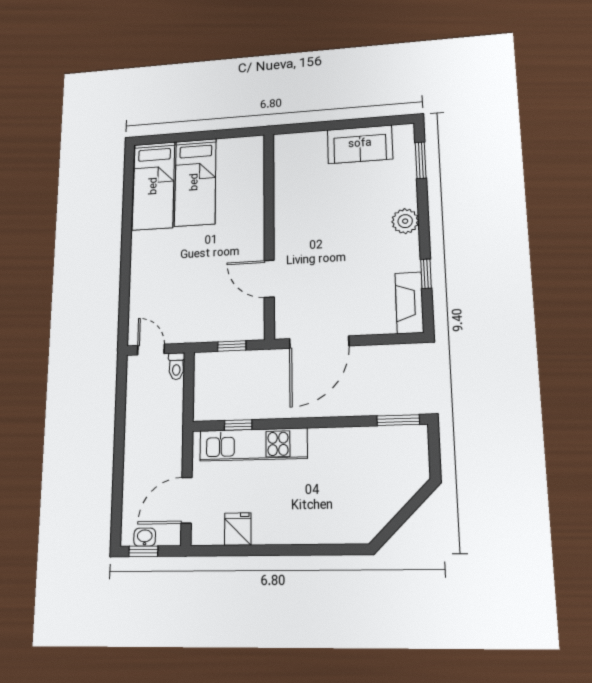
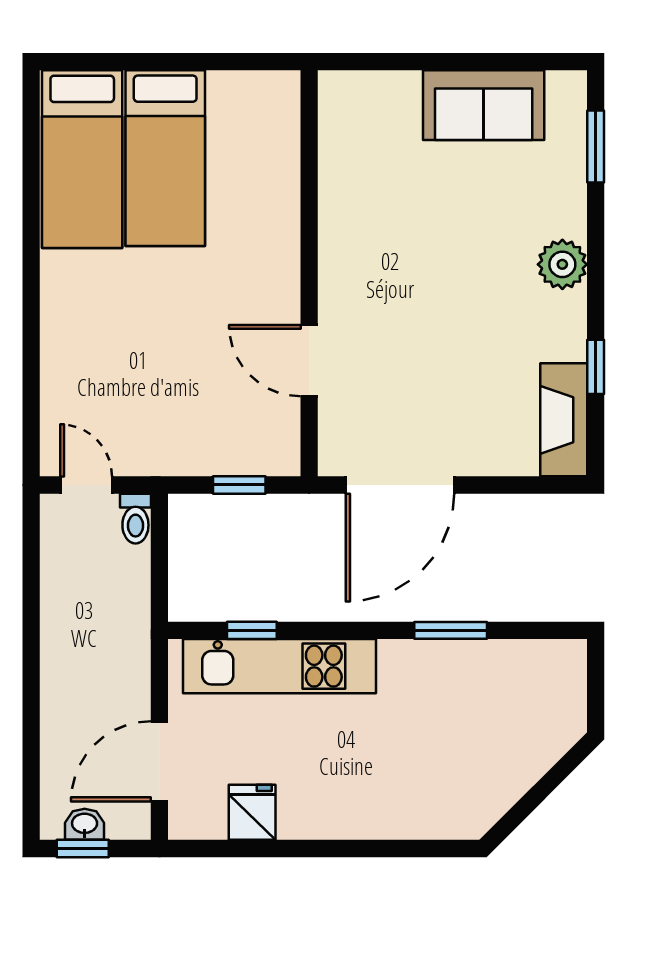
window: (398, 420) -> (451, 630), moved

